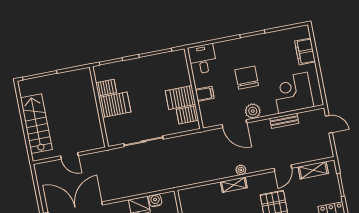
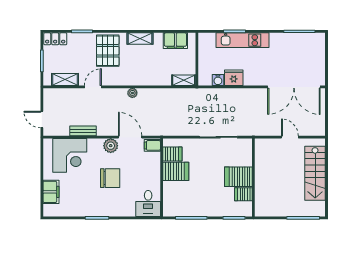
chair: (247, 78) -> (110, 178), turned -90
filing cabinet: (205, 94) -> (152, 145), moved
shelving: (234, 185) -> (184, 80), moved

